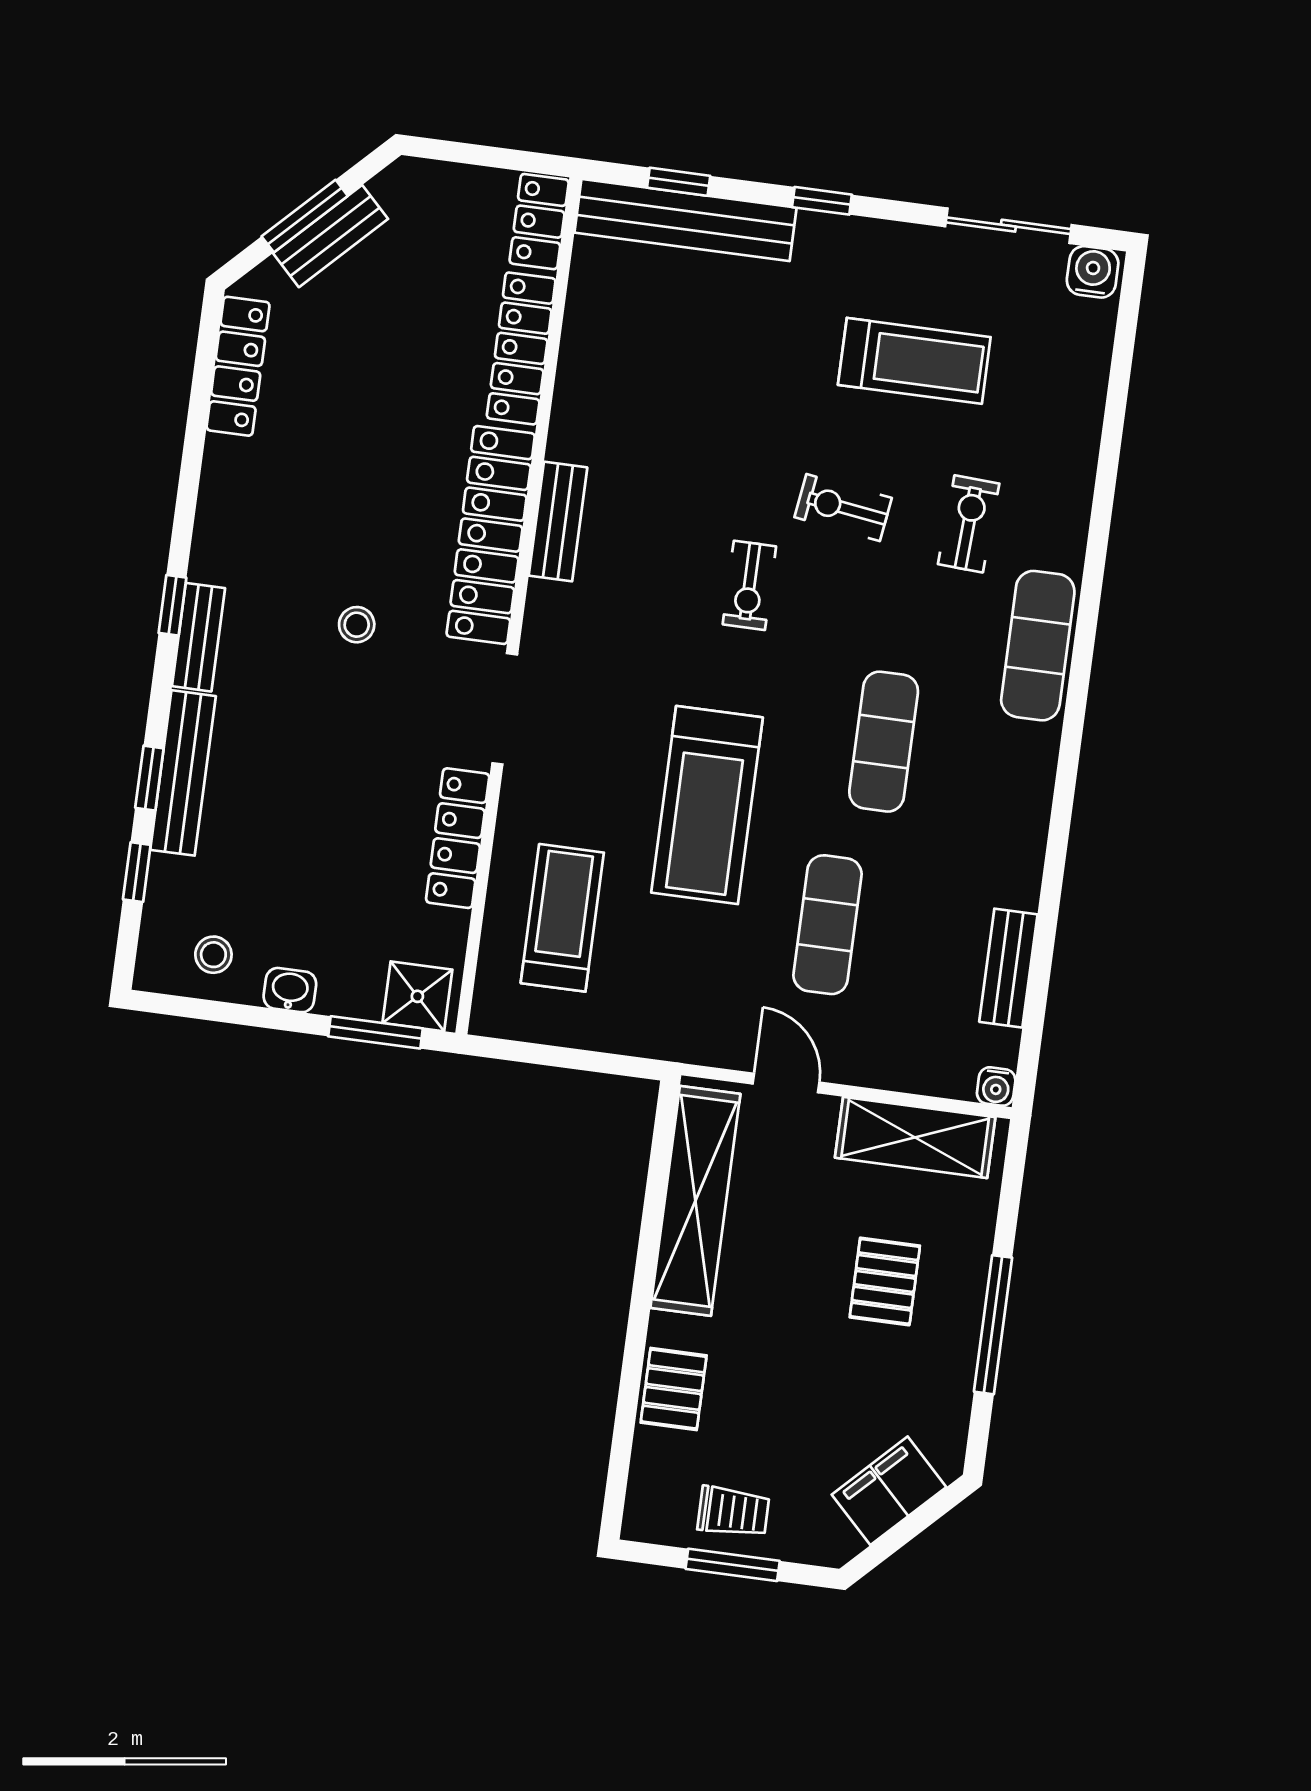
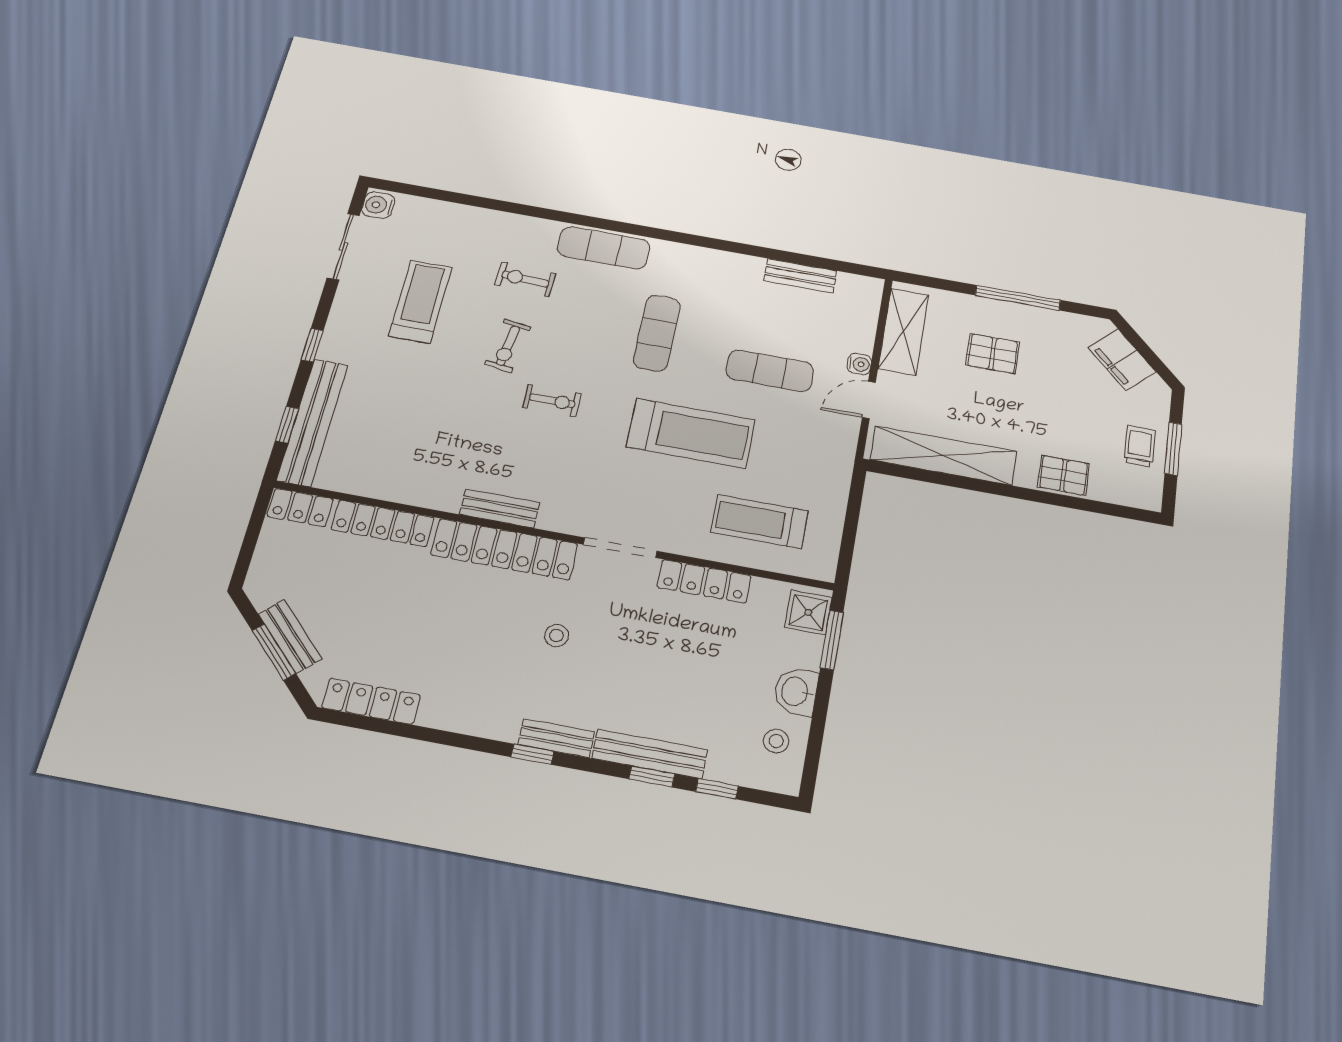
exercise mat: (884, 742) -> (657, 333), turned 90
washbasin: (290, 990) -> (796, 692), width x1.38, depth x1.45
water cooler: (996, 1087) -> (859, 364), moved

